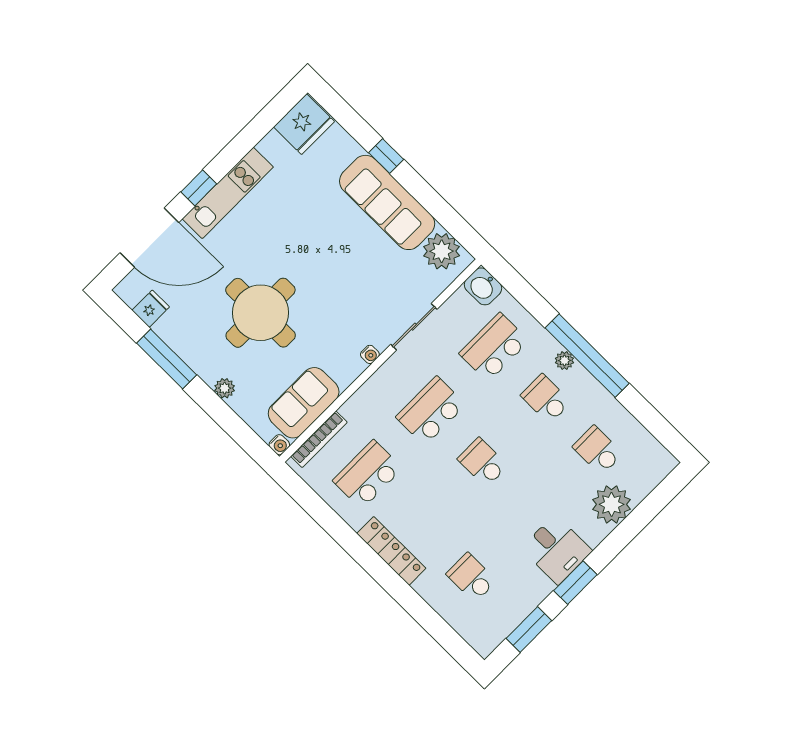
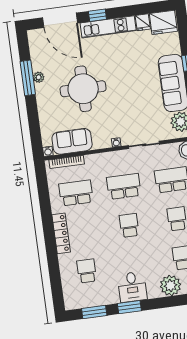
fridge: (151, 309) -> (143, 22), moved, turned 90
plant: (225, 388) -> (39, 77), moved

